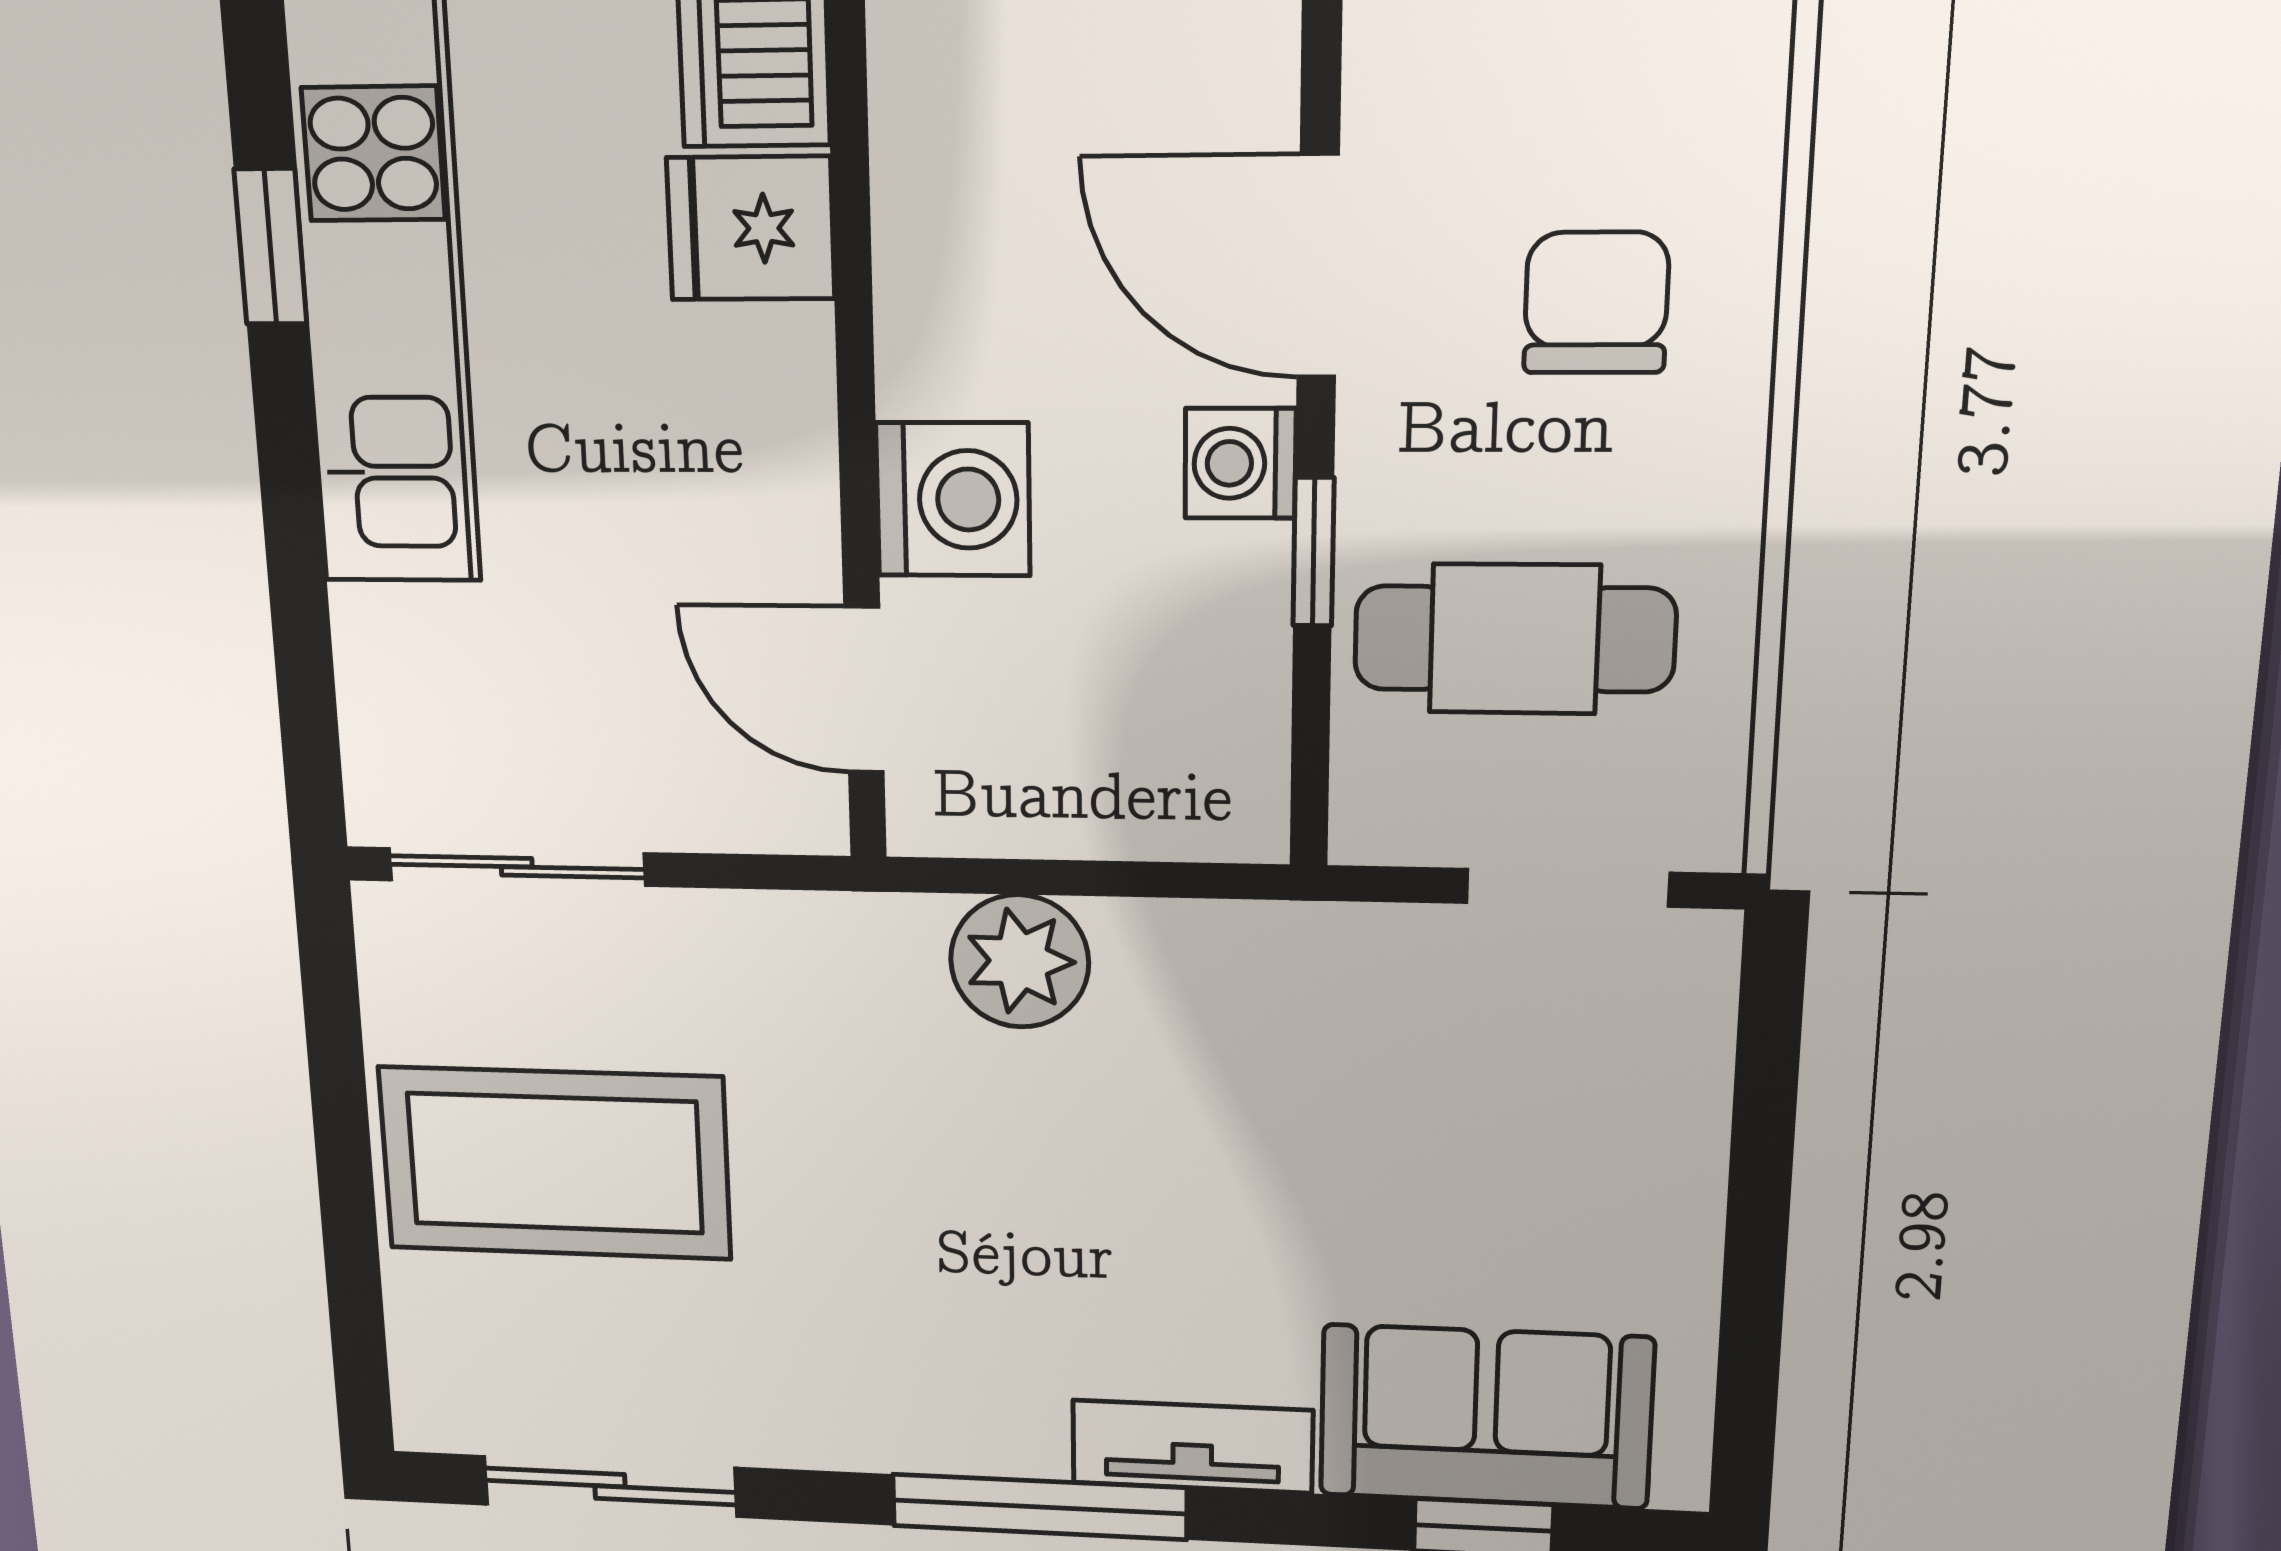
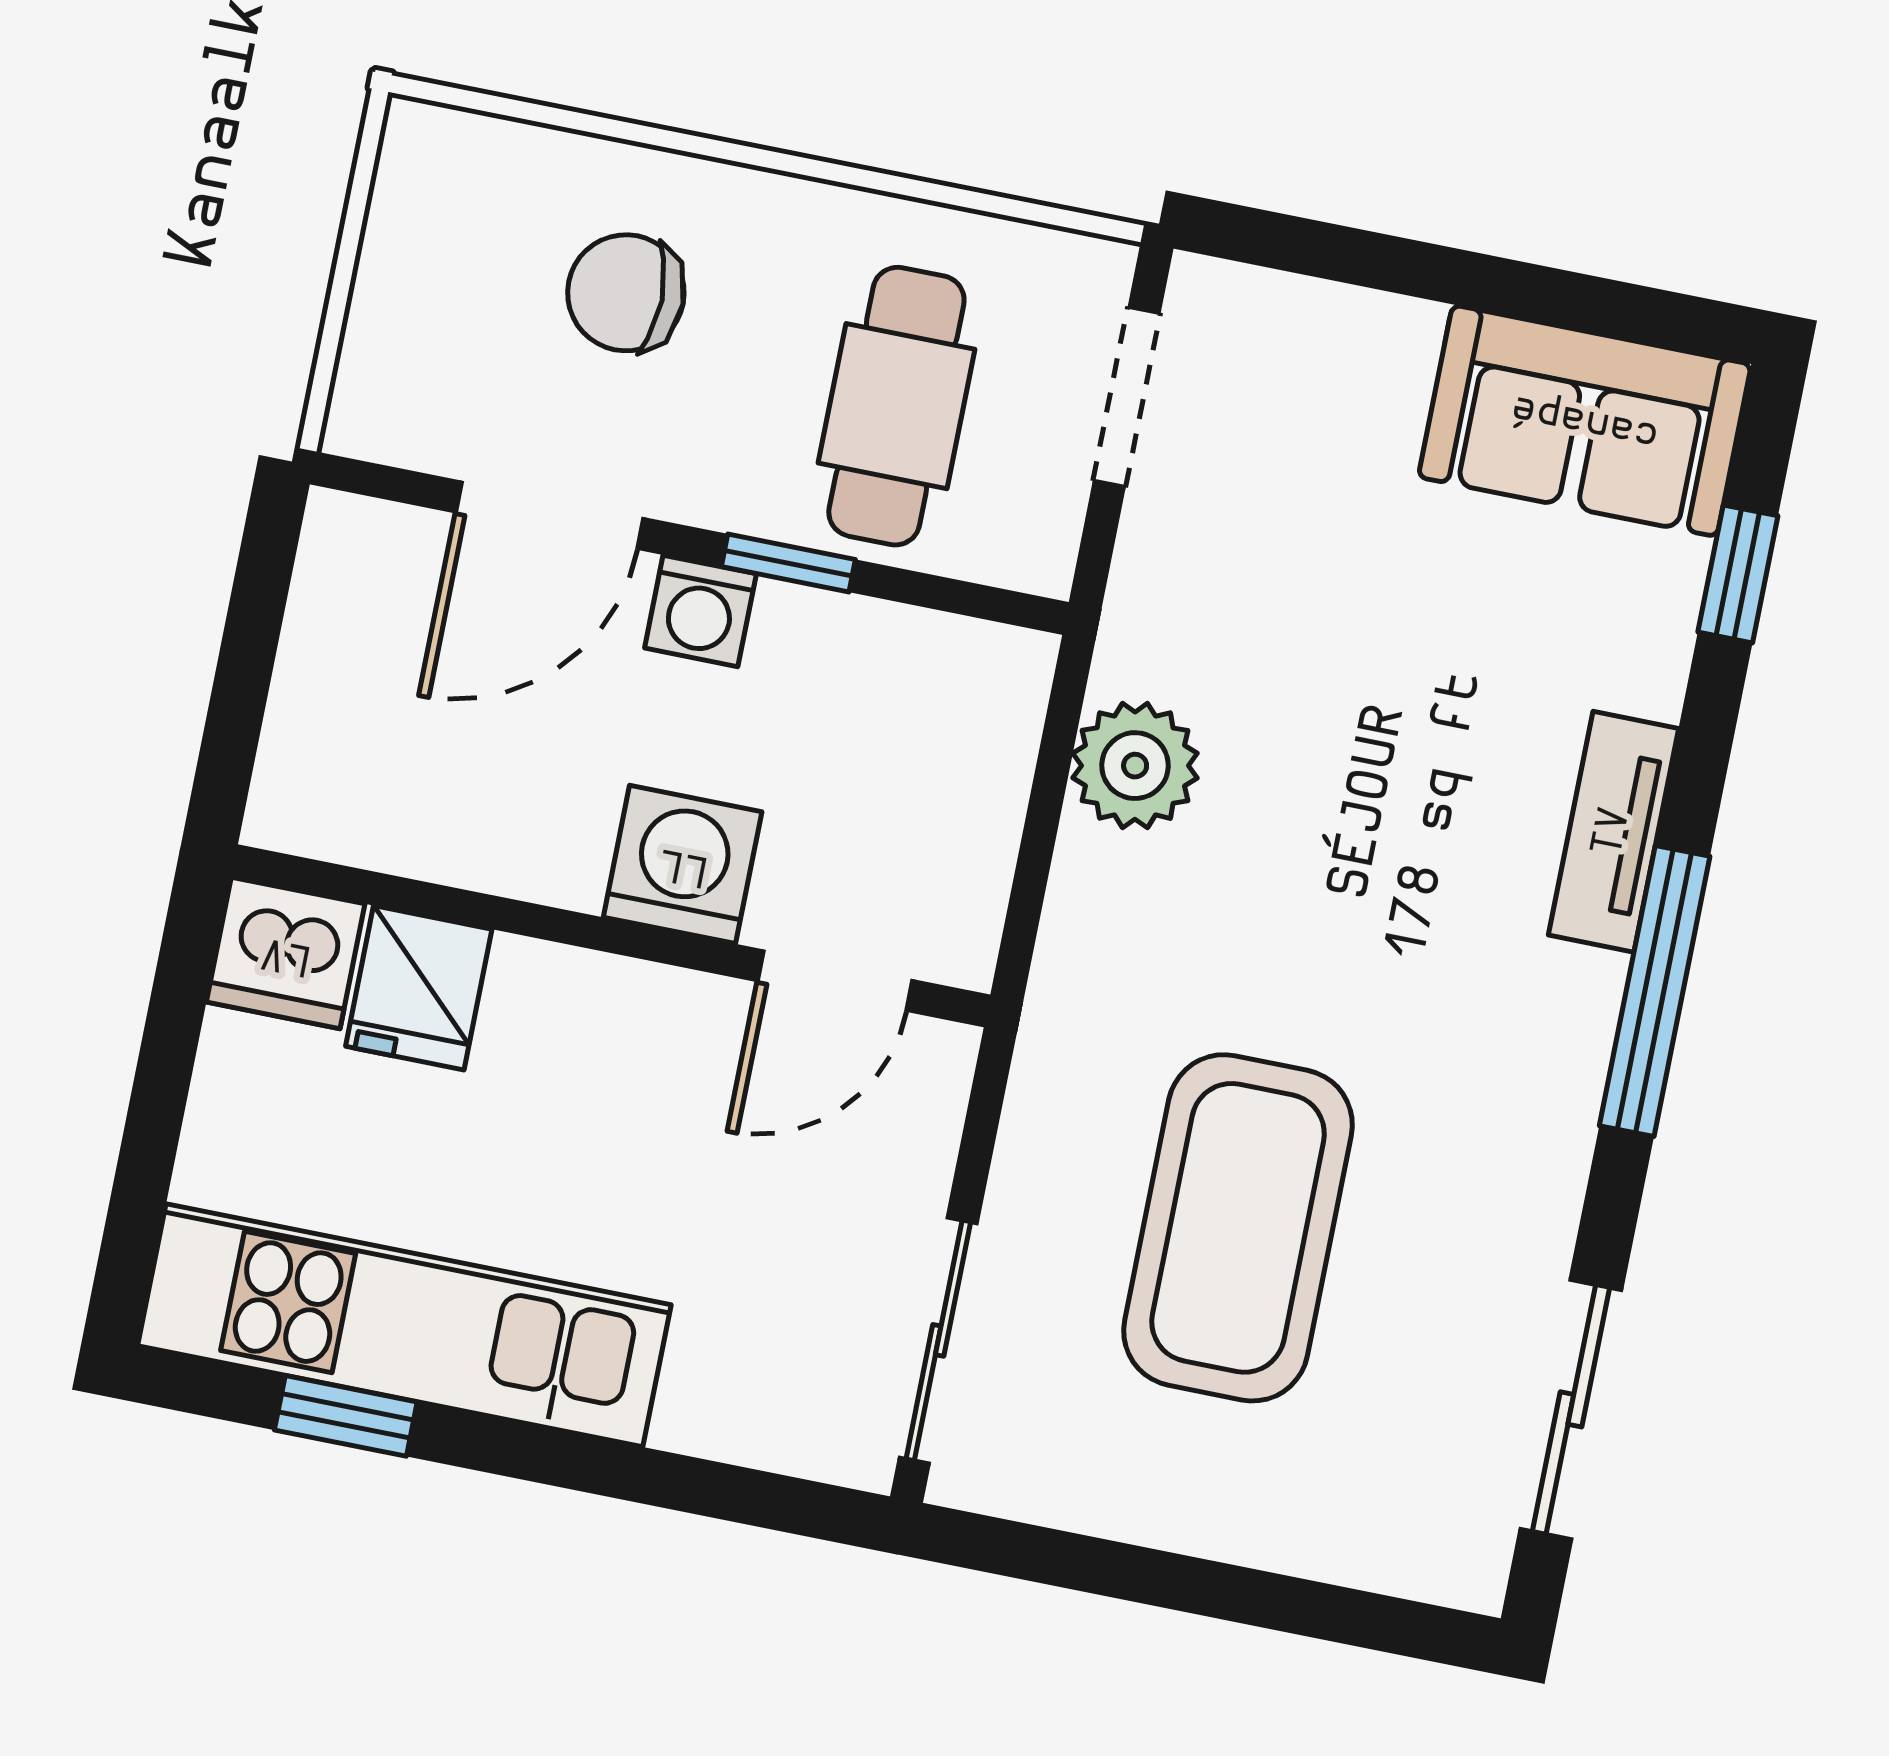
plant: (1020, 961) -> (1135, 766), moved
coffee table: (555, 1163) -> (1238, 1228), moved
sofa: (1486, 1417) -> (1585, 421), moved, turned -90

